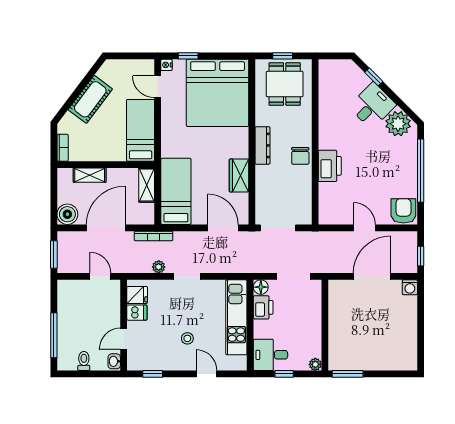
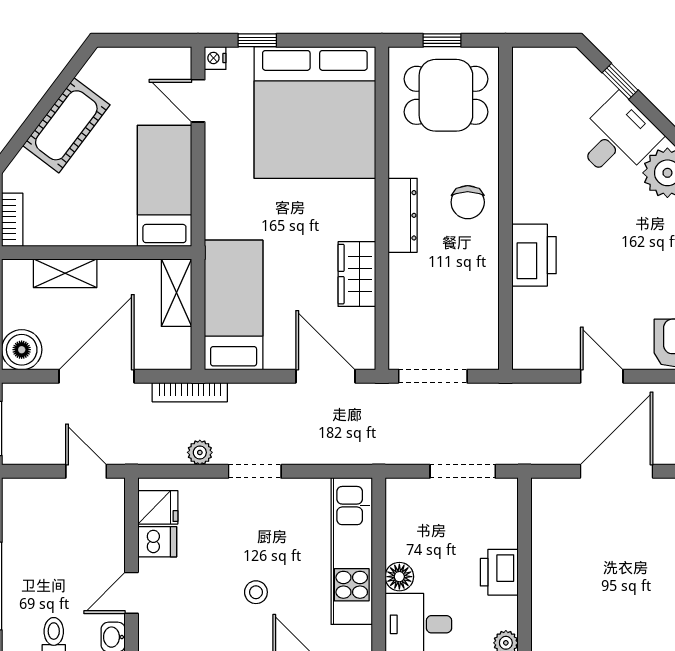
dining table: (285, 84) -> (446, 95), turned 90
chair: (300, 156) -> (468, 202), moved
floor lamp: (261, 287) -> (399, 577), moved
printer: (263, 307) -> (499, 572), moved, turned 180

